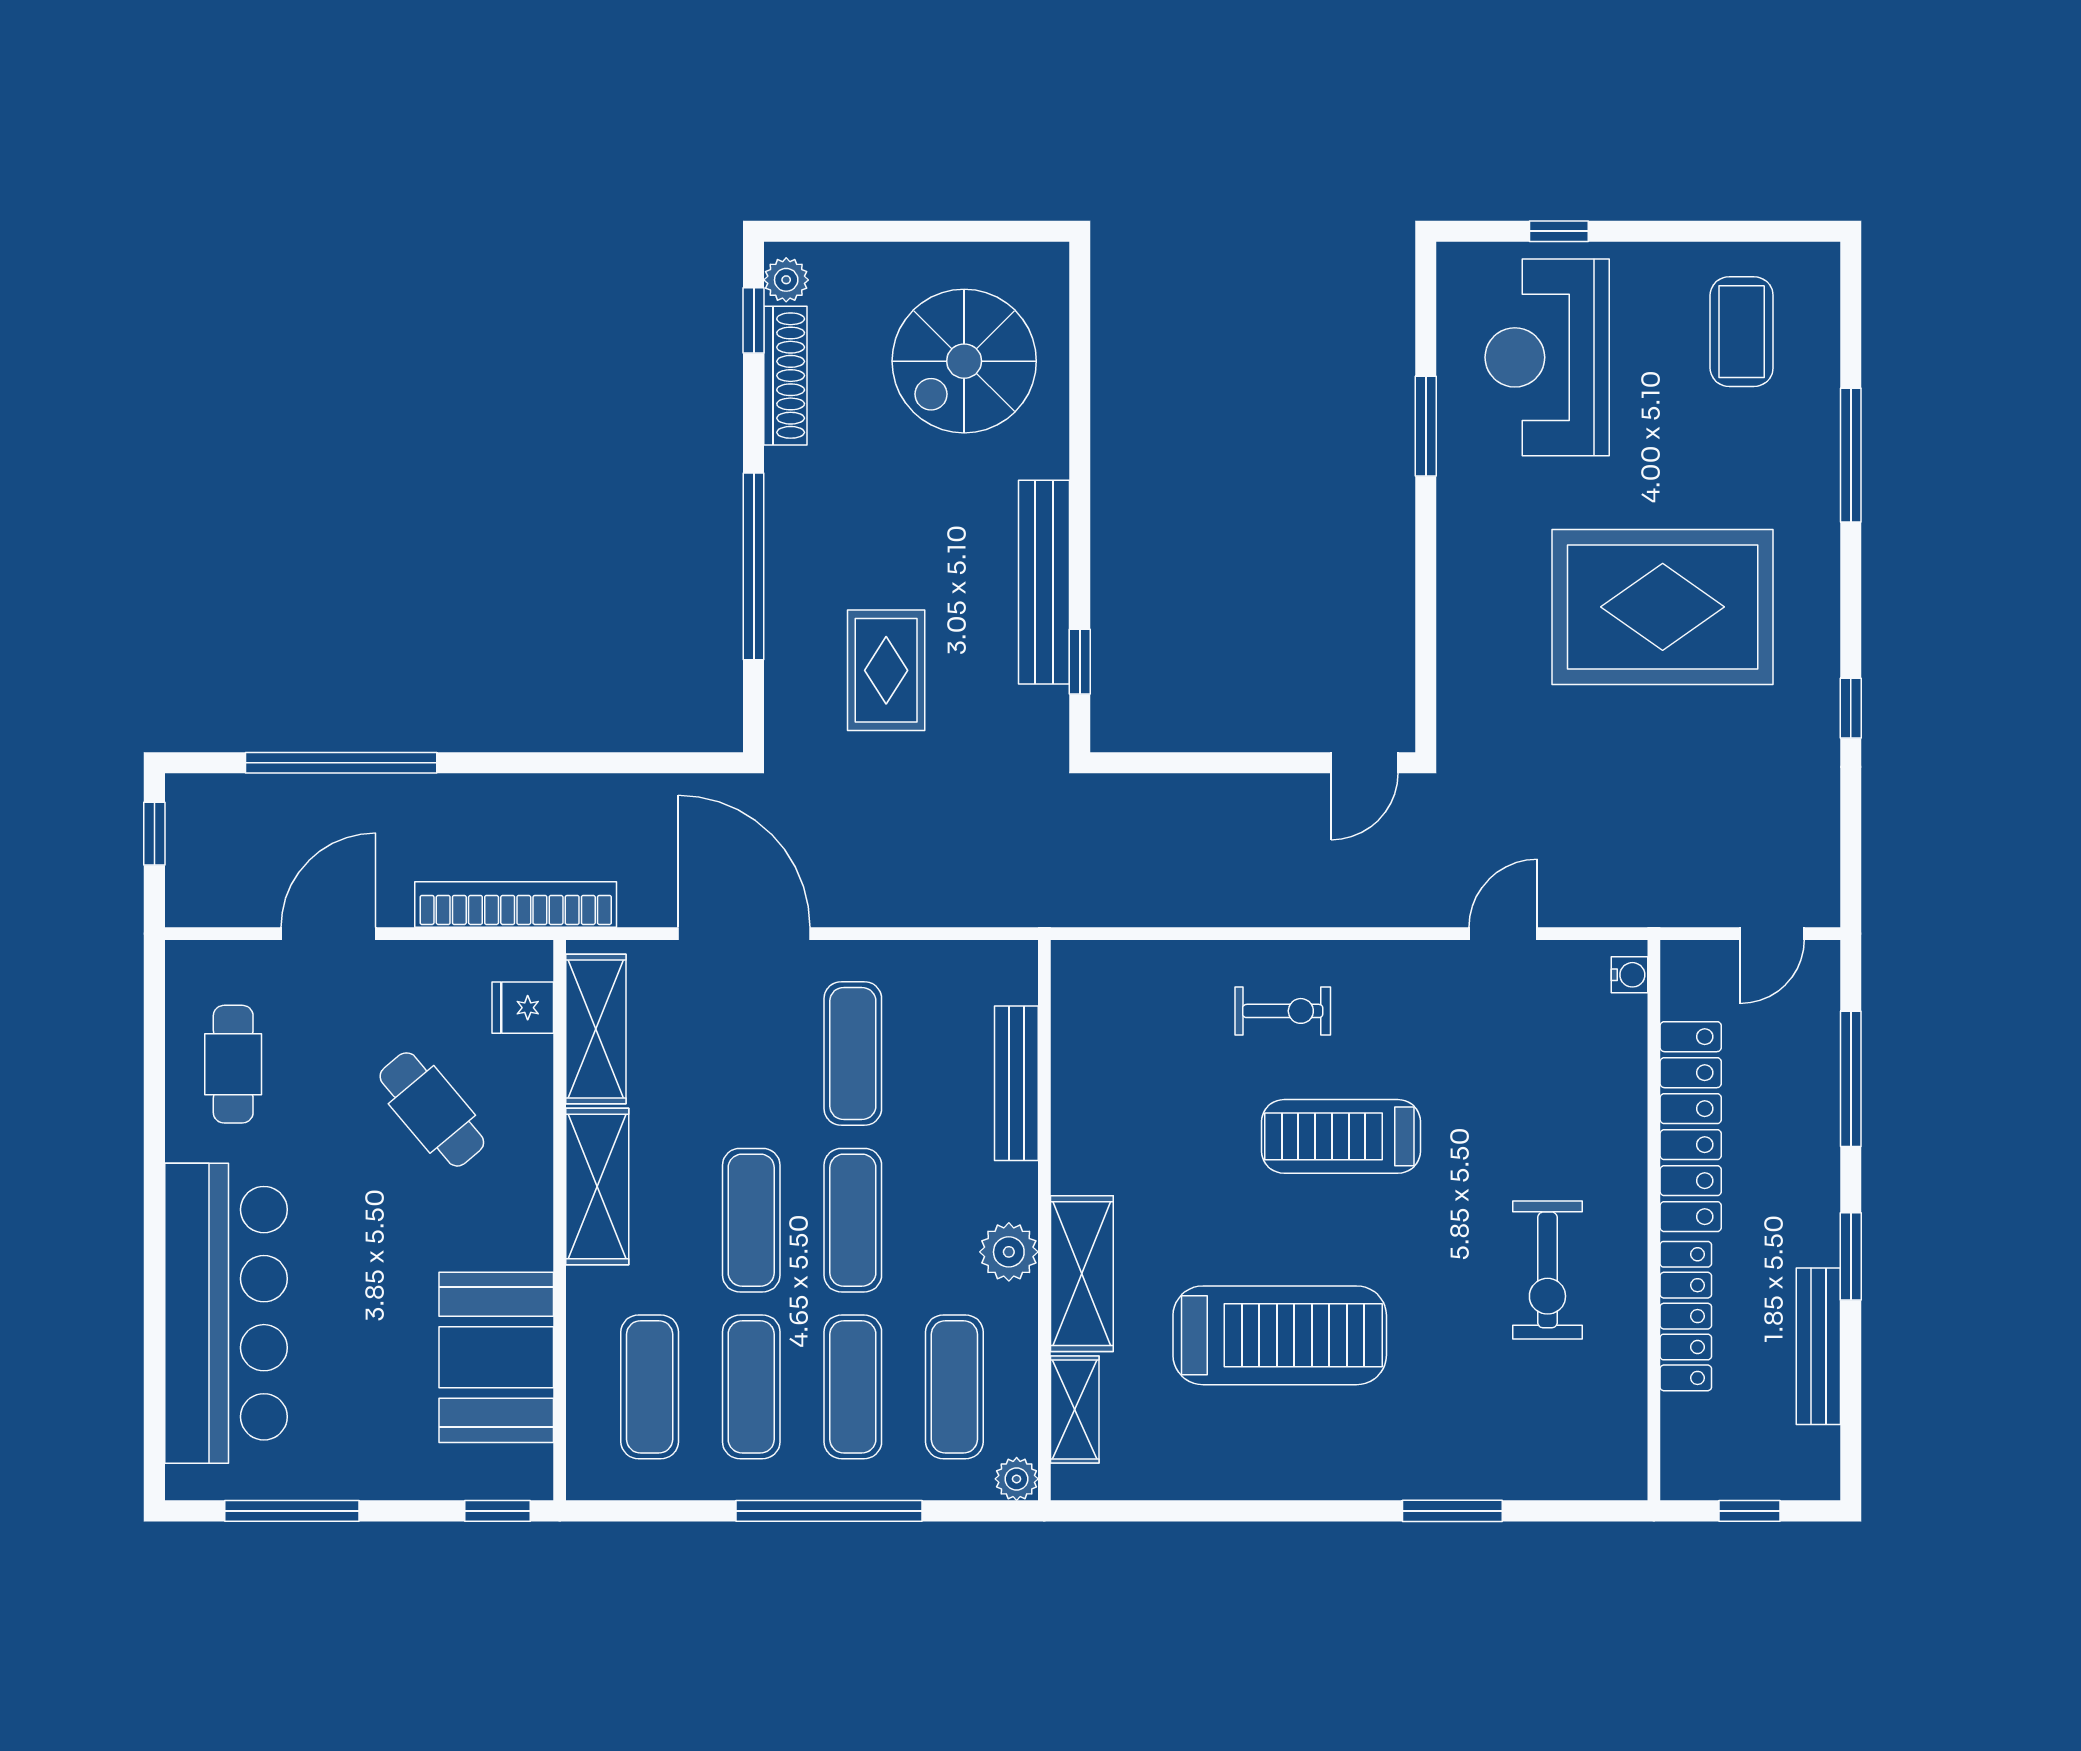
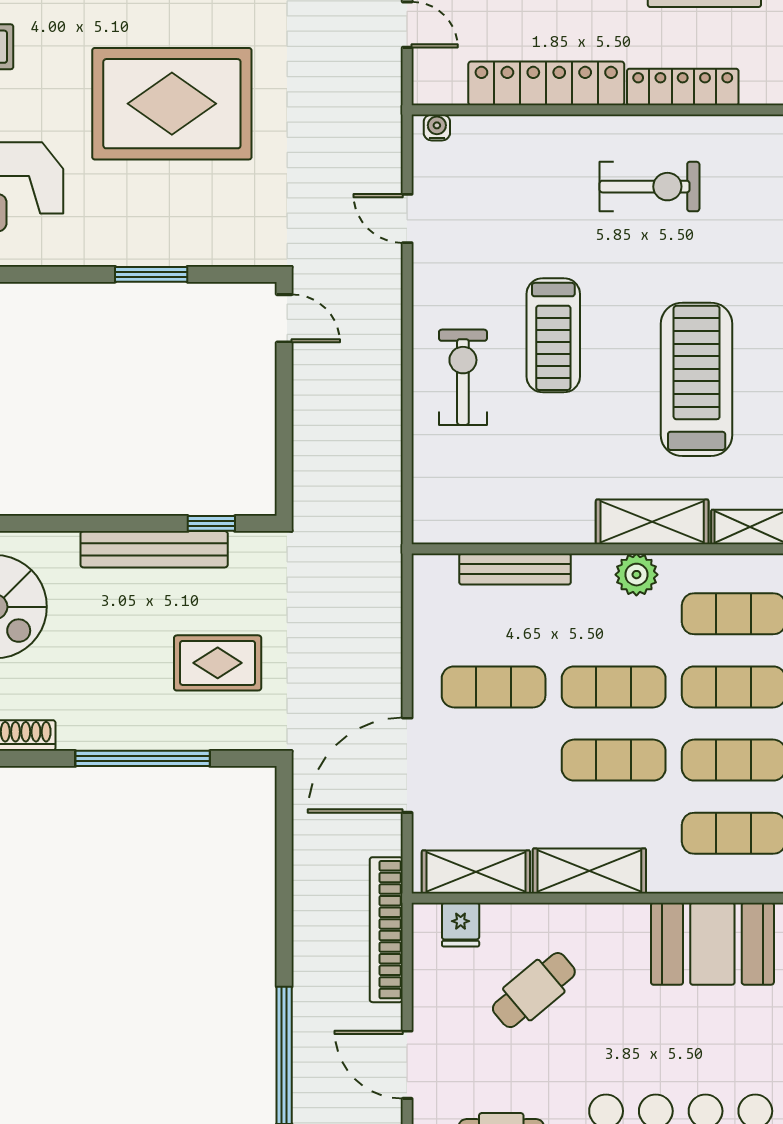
window: (1426, 426) -> (151, 274), moved
rug: (1663, 607) -> (172, 104), turned 90
exercise bike: (1283, 1011) -> (463, 377), width x1.38, depth x1.39

